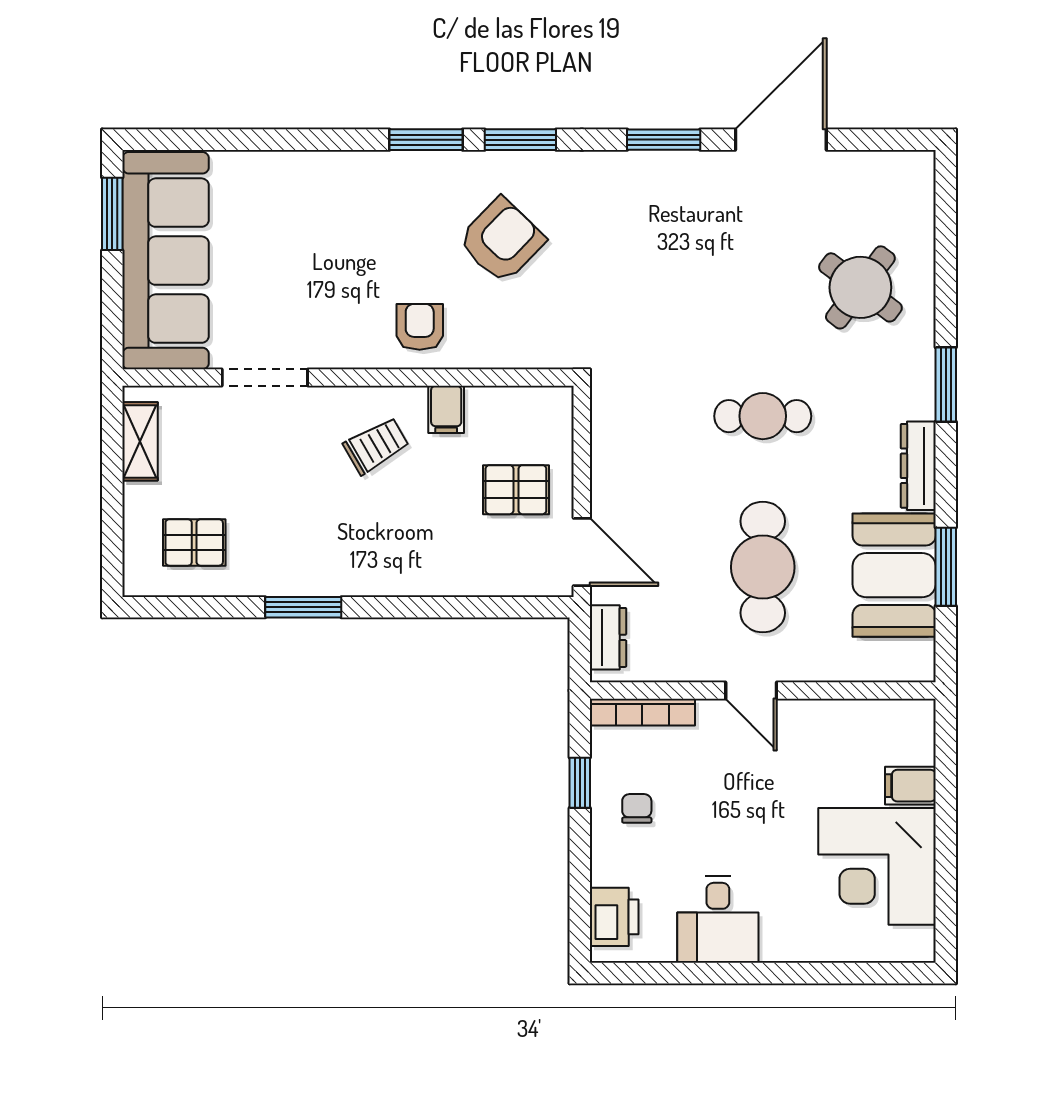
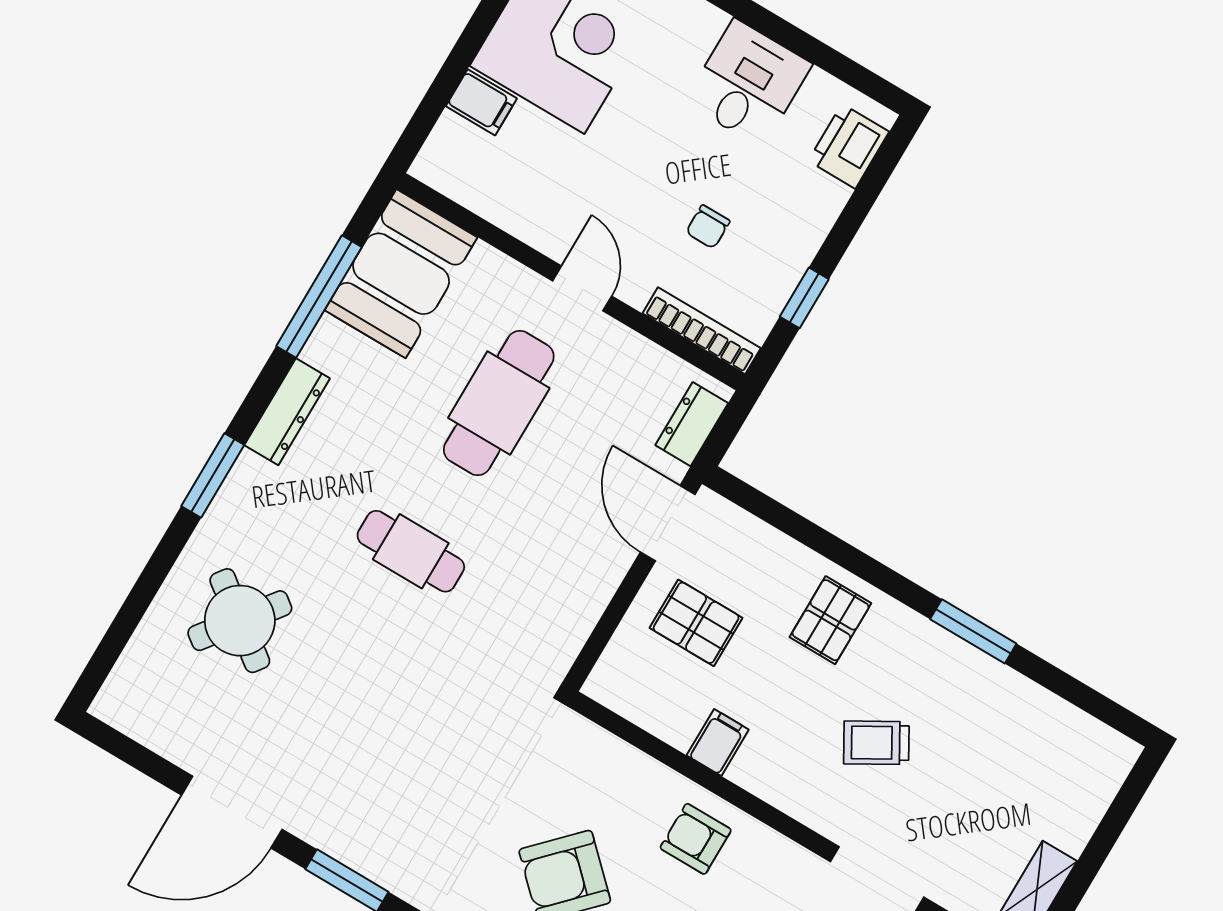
armchair: (420, 327) -> (696, 839), turned 90
trolley: (376, 446) -> (876, 743), moved
pallet: (194, 542) -> (830, 620), moved, turned 90
window: (946, 567) -> (319, 297), width x1.44
booth: (894, 575) -> (401, 274), moved
chair: (637, 808) -> (708, 227), moved

